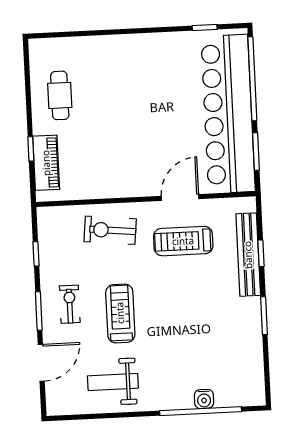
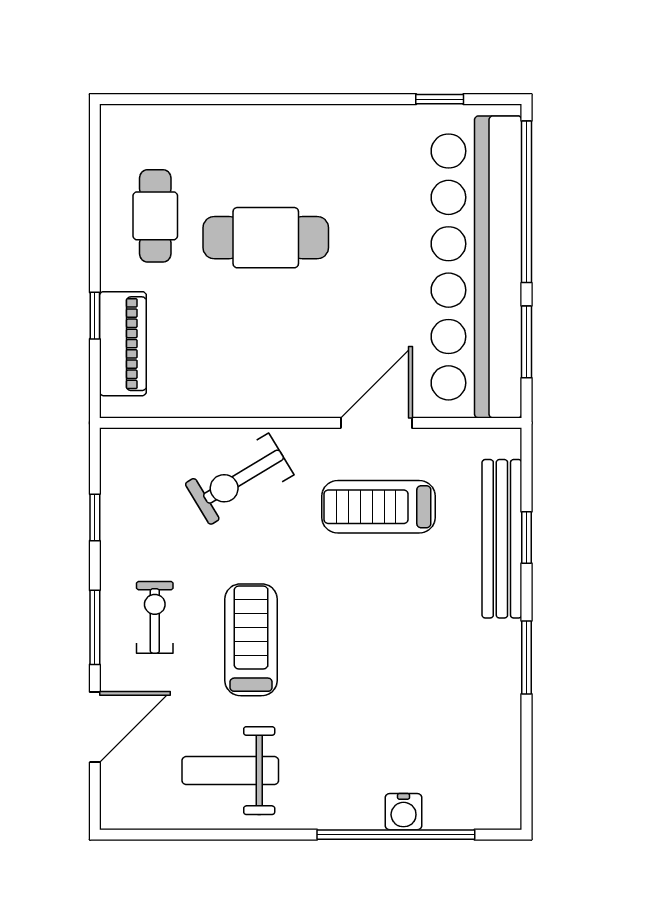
cafe table: (118, 104) -> (266, 238), added
exercise bike: (110, 230) -> (239, 479), turned -37

